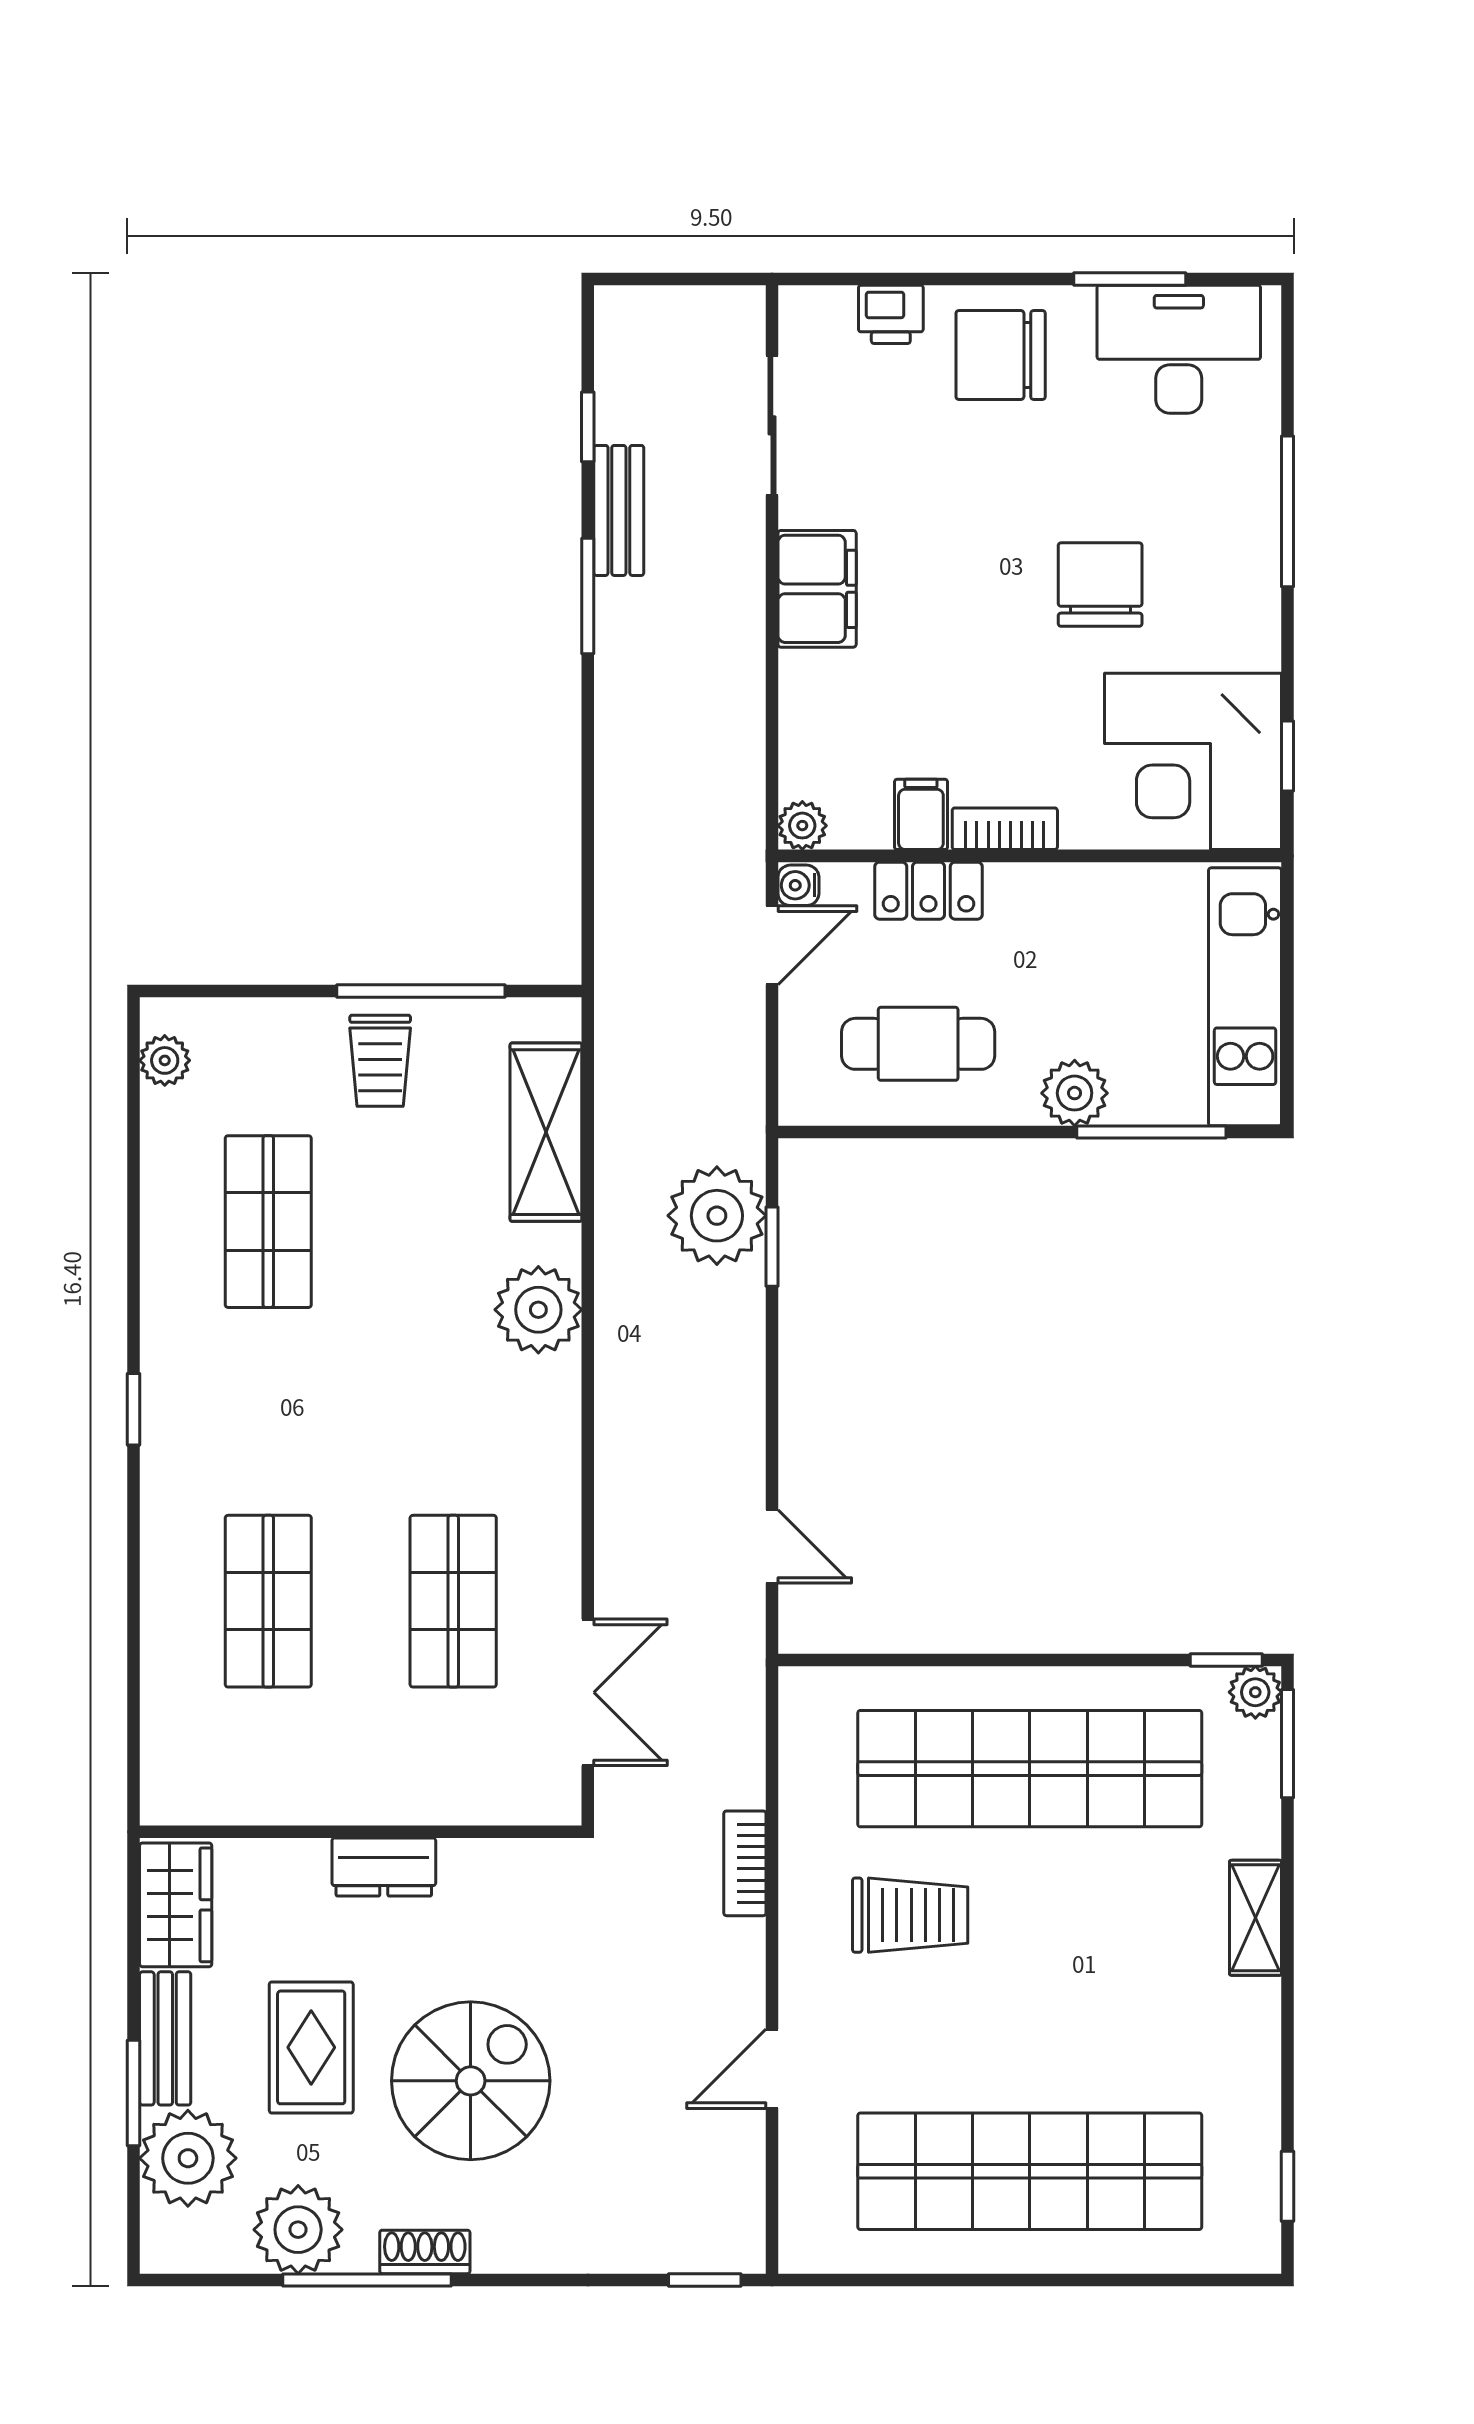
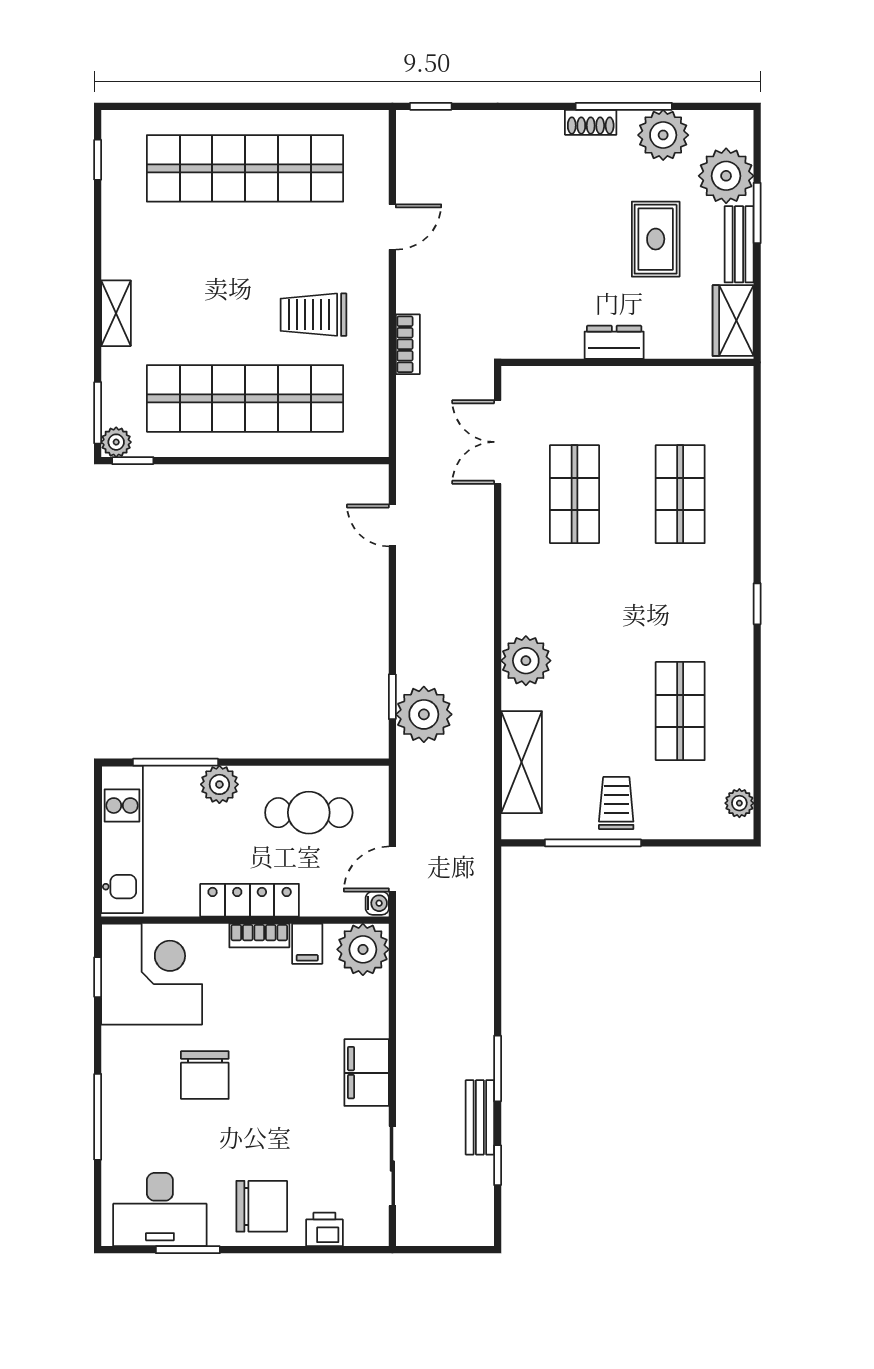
plant: (802, 826) -> (363, 949), width x1.87, depth x1.87
locker: (928, 891) -> (250, 900), moved, width x1.53
spiral stairs: (471, 2081) -> (565, 220), removed

